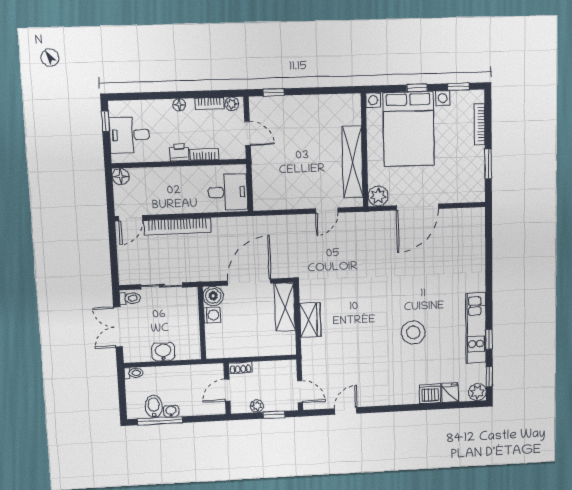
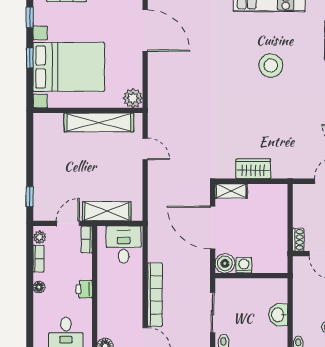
bookcase: (204, 154) -> (87, 239), moved
shelving: (262, 173) -> (107, 211), added
door: (417, 207) -> (145, 31), moved
shelving: (285, 307) -> (231, 191), width x0.67, depth x0.75

